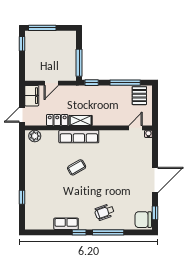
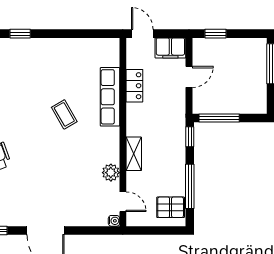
window: (22, 44) -> (216, 34), moved
door: (51, 83) -> (189, 77), swing flipped
shelving: (81, 120) -> (134, 154), moved
plant: (35, 136) -> (111, 173), moved
row of seats: (79, 137) -> (110, 97), moved

